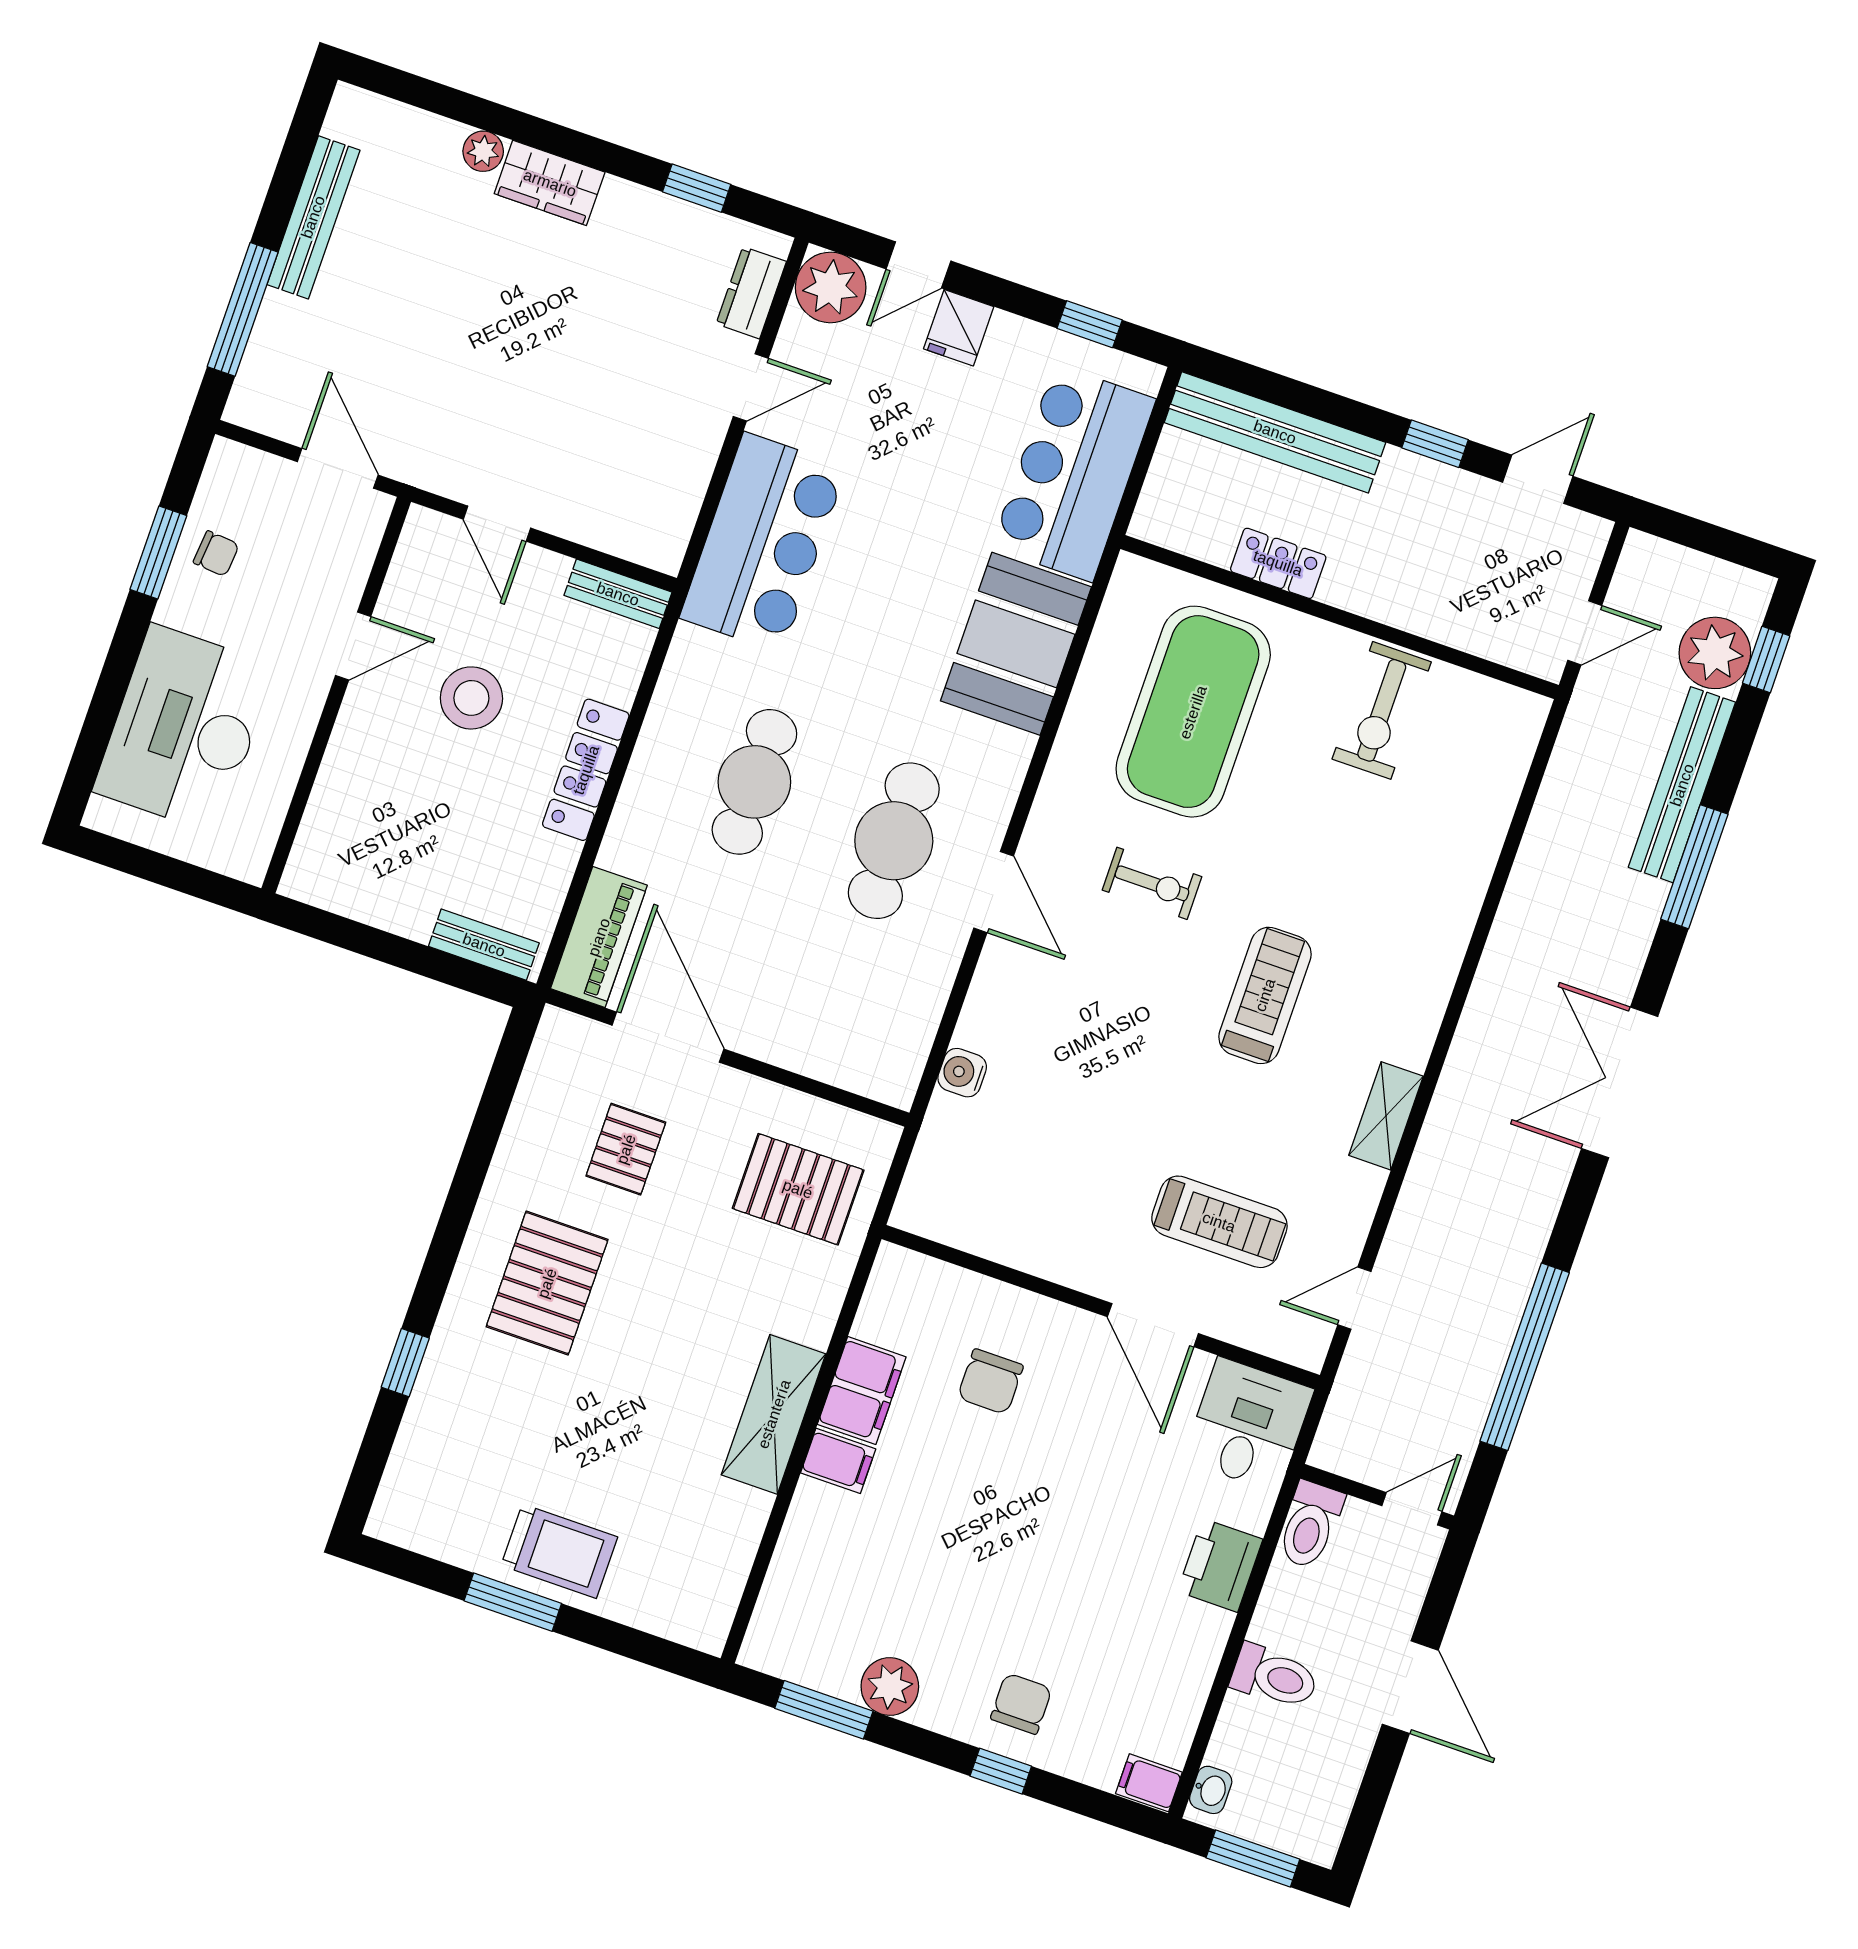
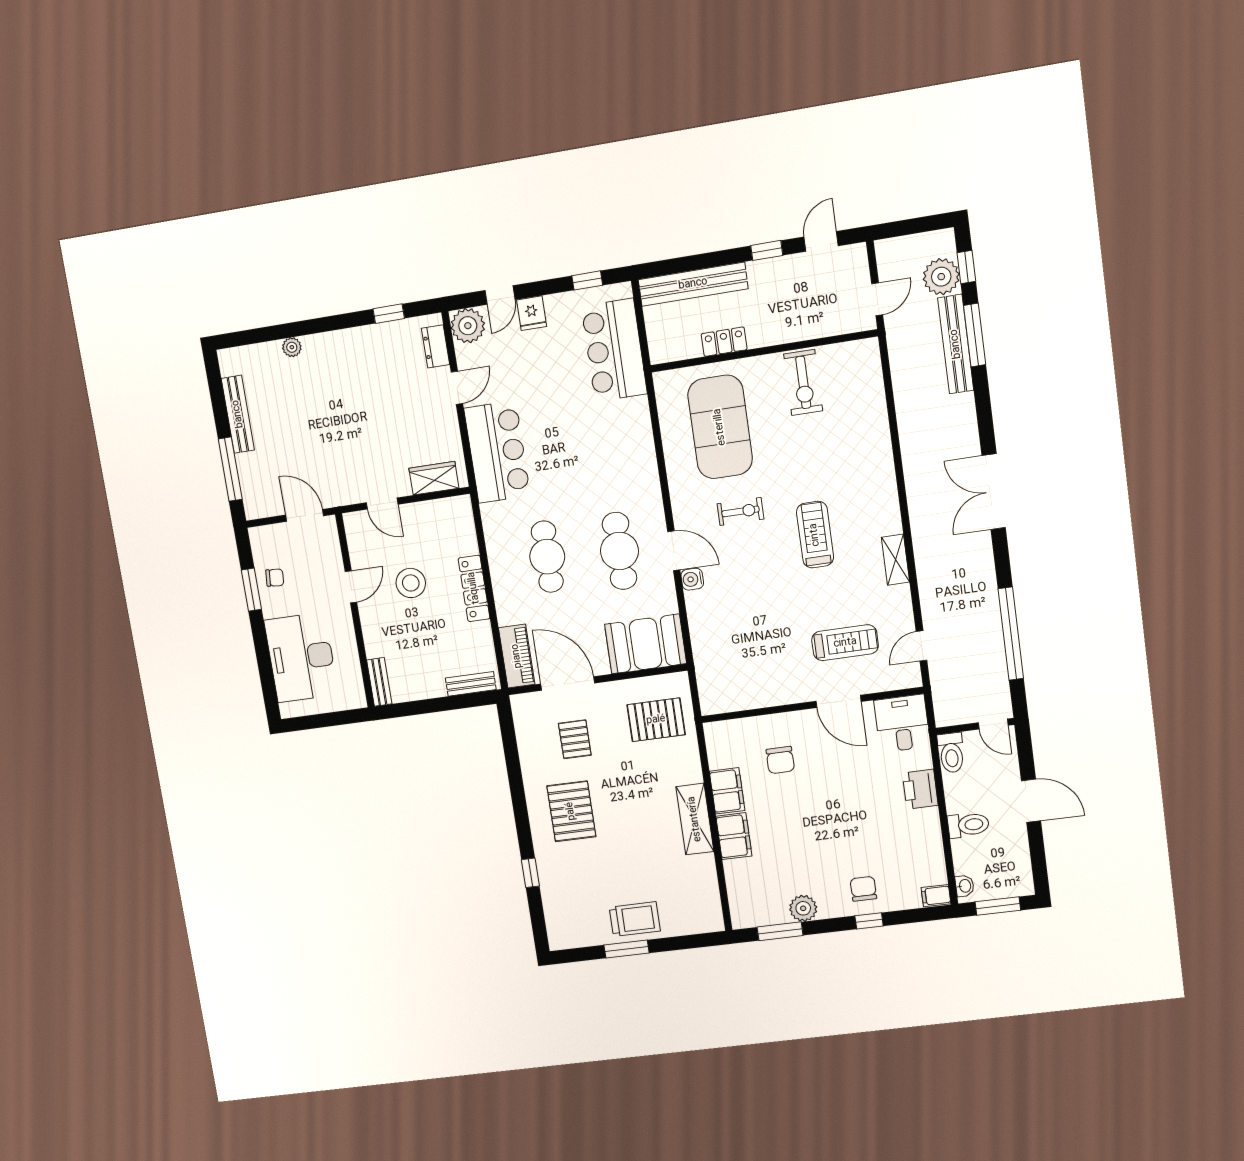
wardrobe: (550, 183) -> (434, 478), moved, turned 180
bench: (618, 594) -> (379, 682), moved, turned 90
booth: (1016, 644) -> (645, 644), moved, turned 90
window: (1694, 867) -> (975, 335), moved
water cooler: (962, 1073) -> (692, 579), moved
filing cabinet: (838, 1461) -> (734, 836), width x2.00
door: (1412, 1509) -> (993, 724), swing flipped

